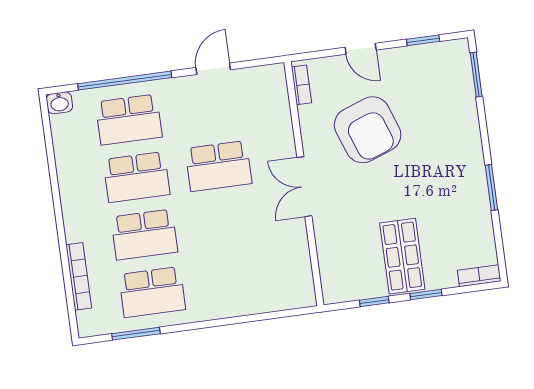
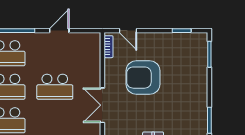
door: (361, 49) -> (128, 31), moved
armchair: (368, 130) -> (143, 78), turned 110

